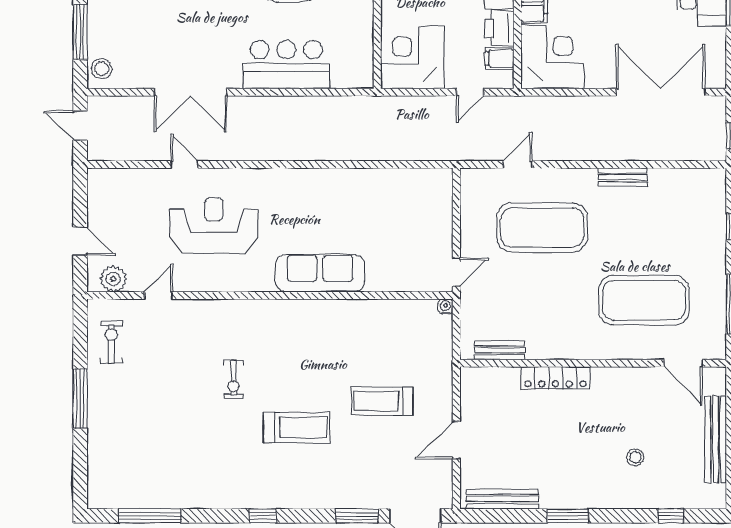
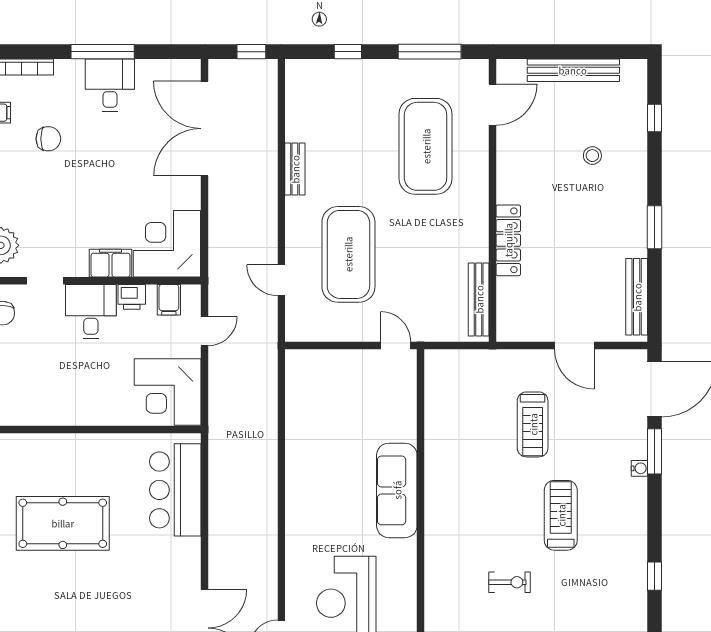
printer: (499, 28) -> (132, 297), width x0.73, depth x0.81
bar counter: (286, 65) -> (175, 490), moved
door: (470, 92) -> (205, 331), hinge flipped
water cooler: (445, 306) -> (639, 468), moved, turned 180
bench: (500, 350) -> (479, 299), width x1.36
window: (263, 516) -> (655, 576), moved

